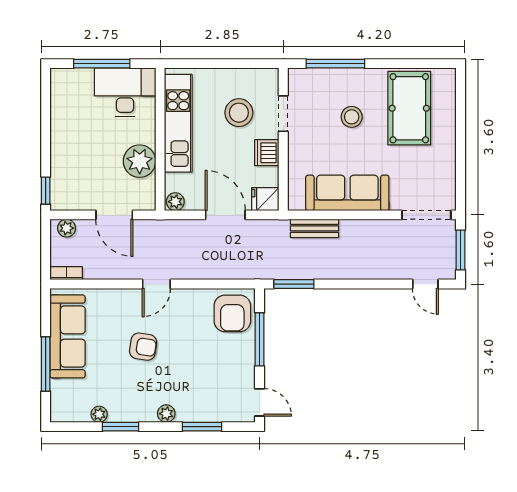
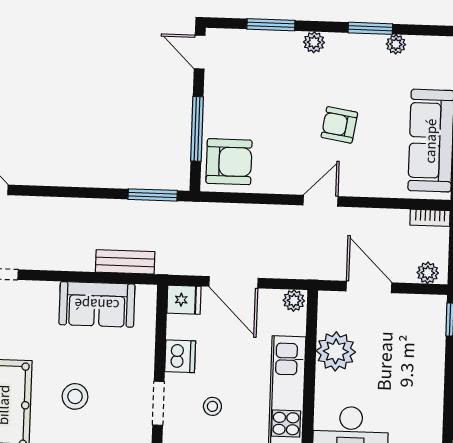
stool: (239, 113) -> (212, 406), width x0.53, depth x0.53
sofa: (347, 193) -> (97, 304), width x0.73
armchair: (232, 313) -> (229, 162), turned 90

